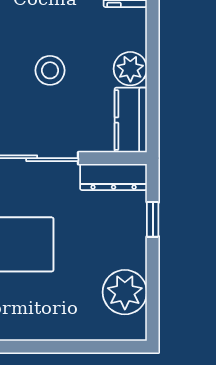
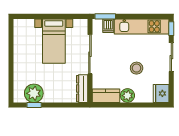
stool: (50, 70) -> (137, 68), moved
window: (153, 219) -> (34, 105), moved

